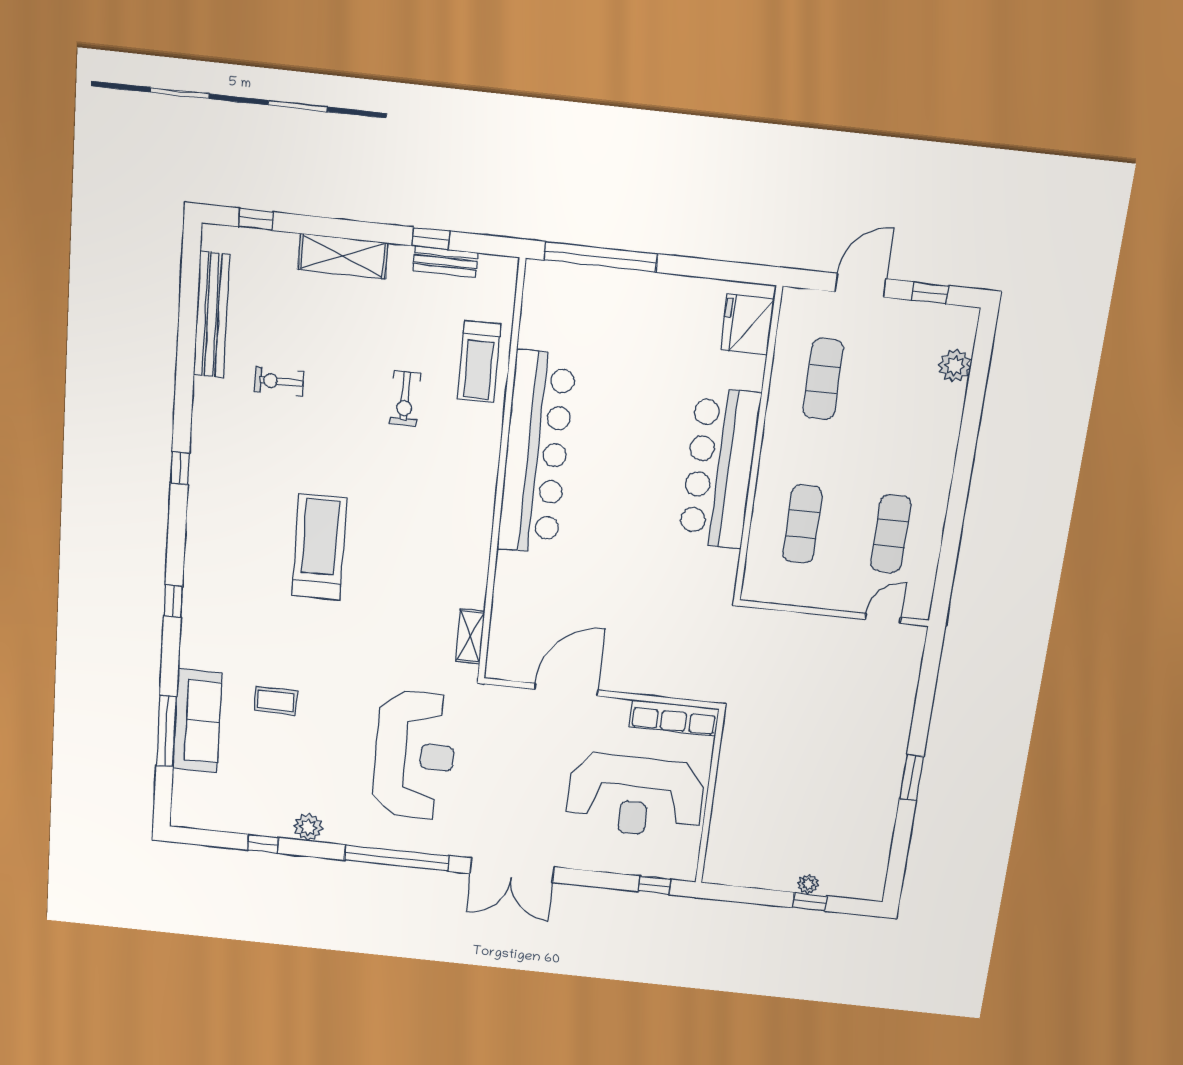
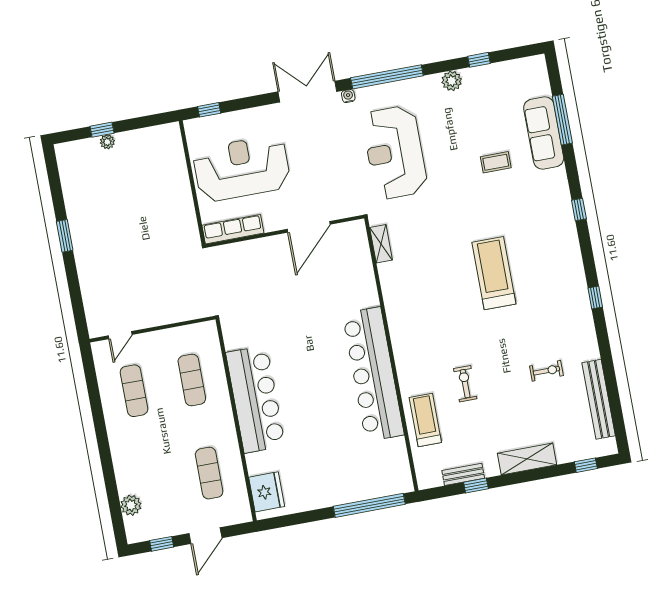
treadmill: (319, 547) -> (494, 273), turned 180
water cooler: (457, 848) -> (348, 96), added

